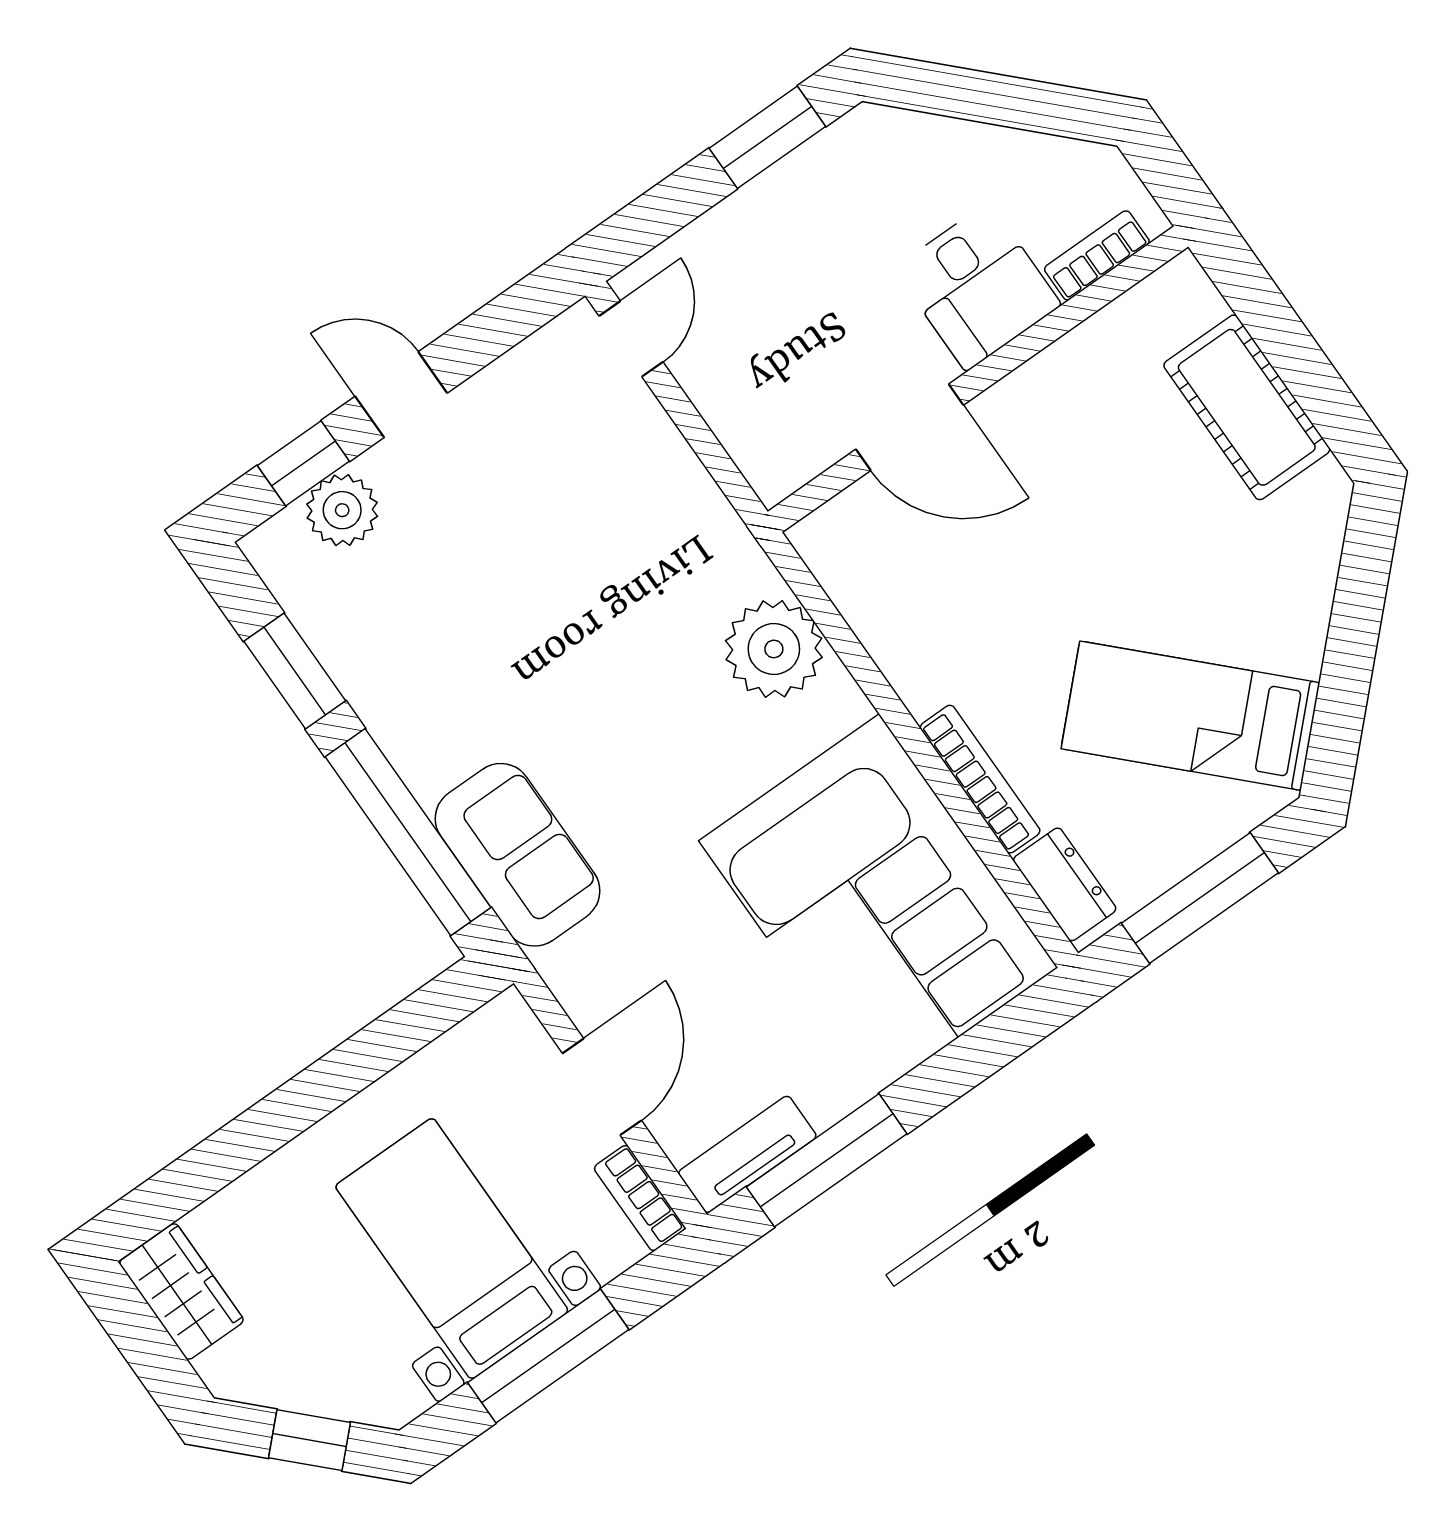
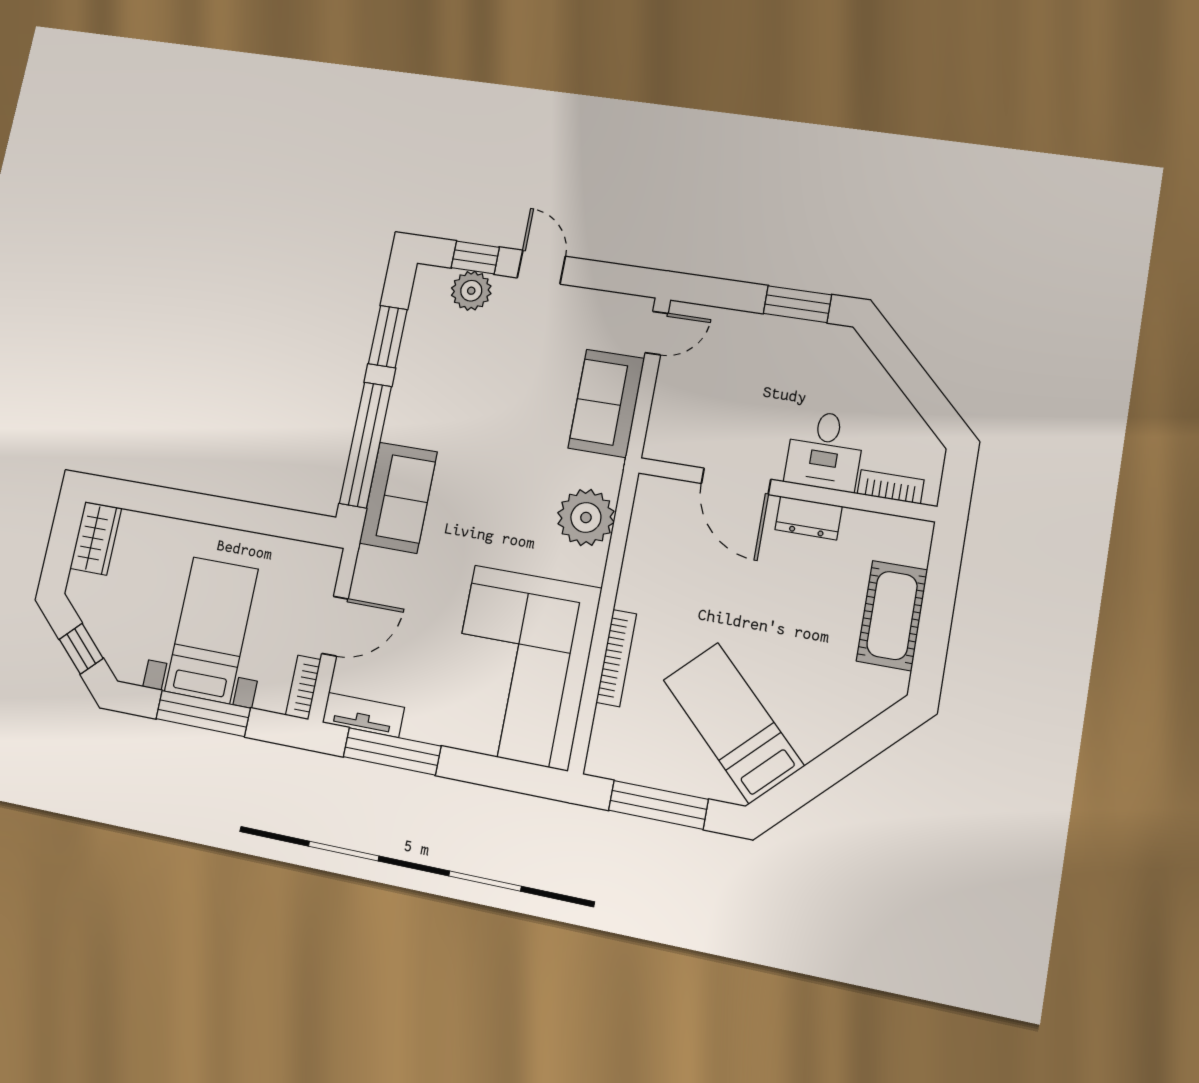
sofa: (657, 486) -> (606, 403), added
dresser: (1065, 884) -> (809, 518), moved, turned 90

